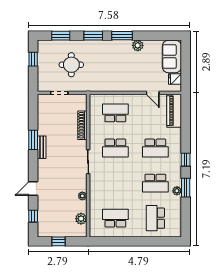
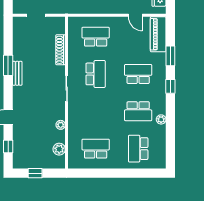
school desk: (115, 148) -> (96, 74), turned -90
school desk: (155, 148) -> (138, 74), turned 180
window: (186, 188) -> (170, 56), moved

